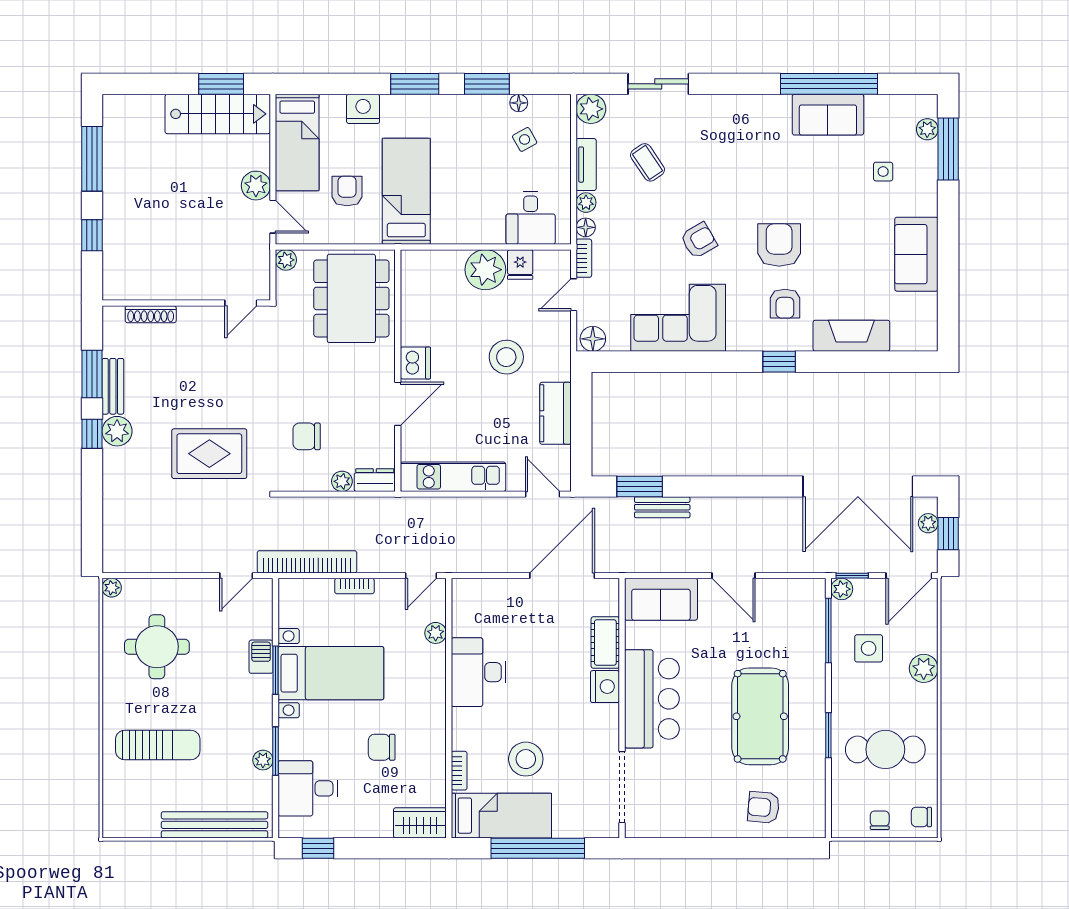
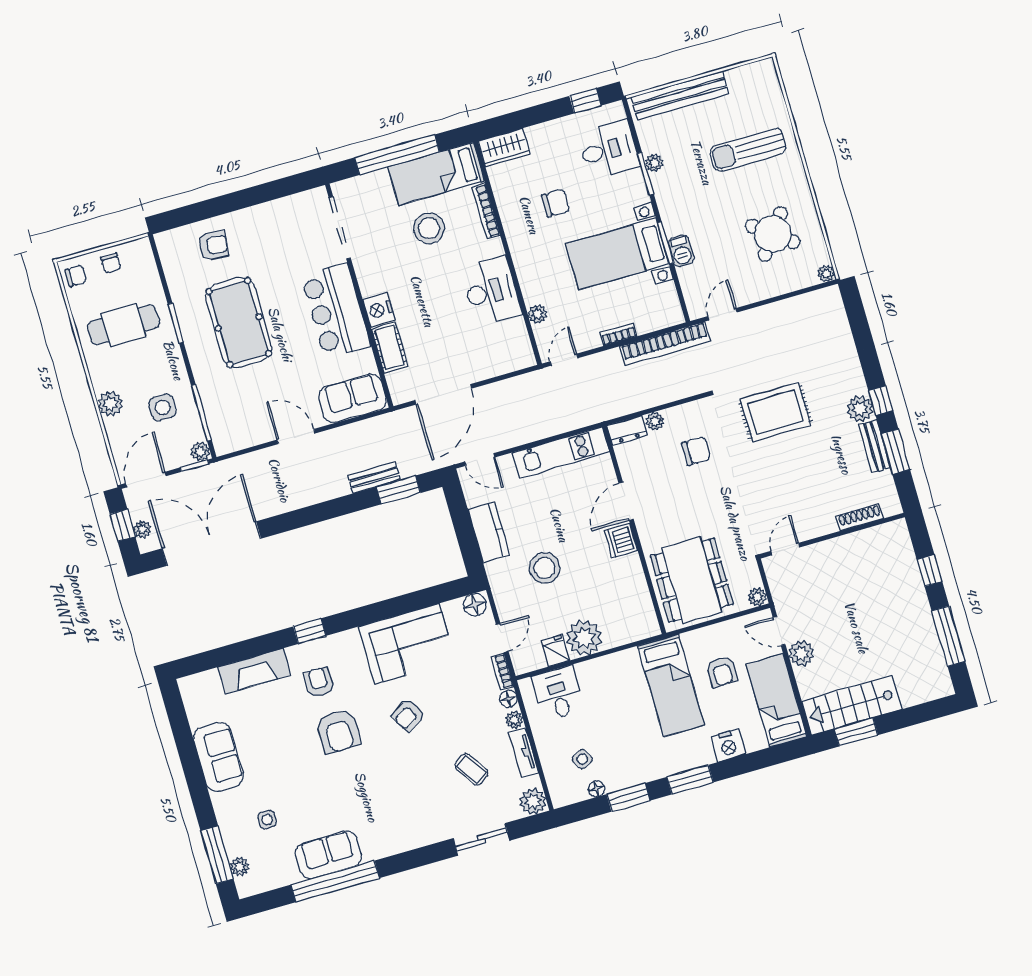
round table: (157, 647) -> (773, 234), turned 37
bookcase: (459, 771) -> (486, 211), width x1.56

